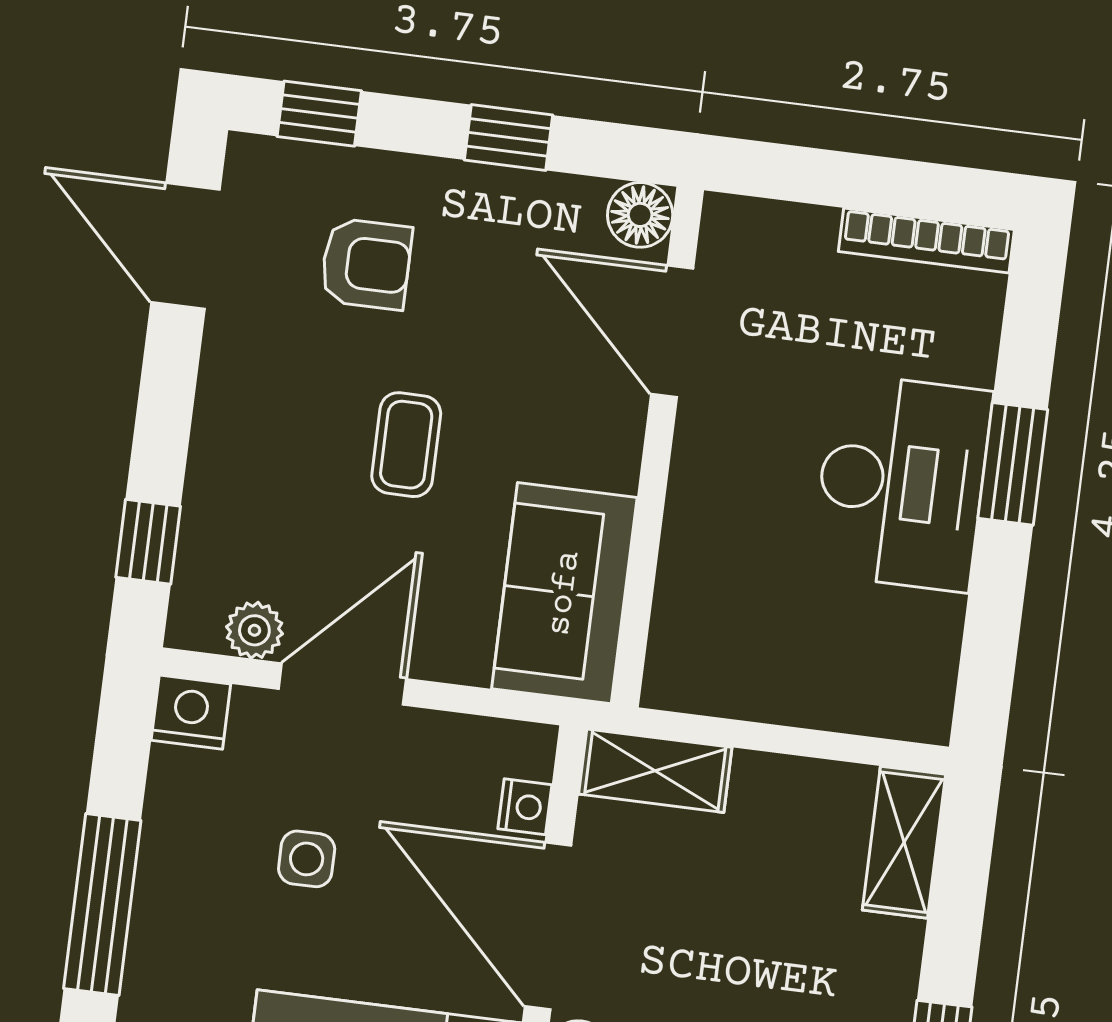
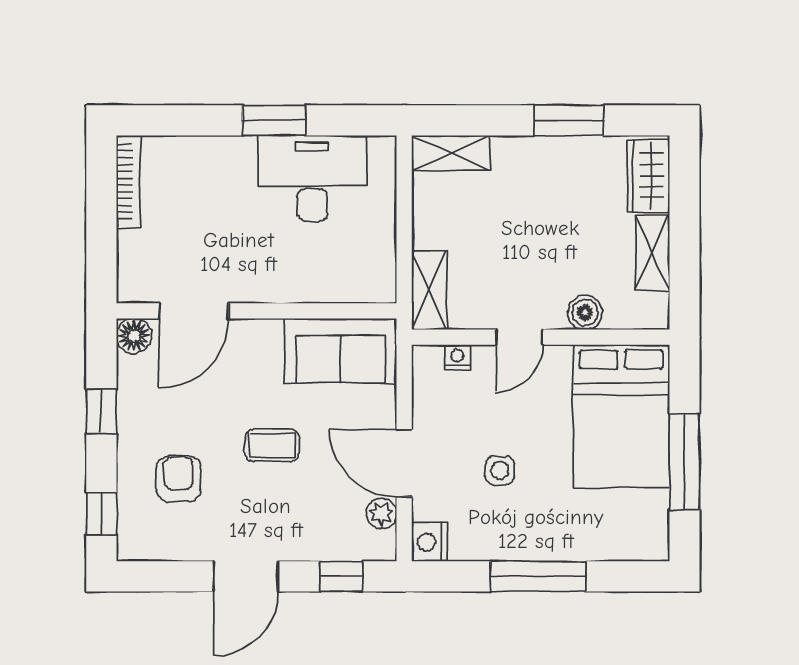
door: (186, 246) -> (246, 576), moved
window: (1013, 464) -> (274, 120), moved
desk: (902, 482) -> (312, 178), moved
door: (548, 926) -> (519, 337), width x0.53

